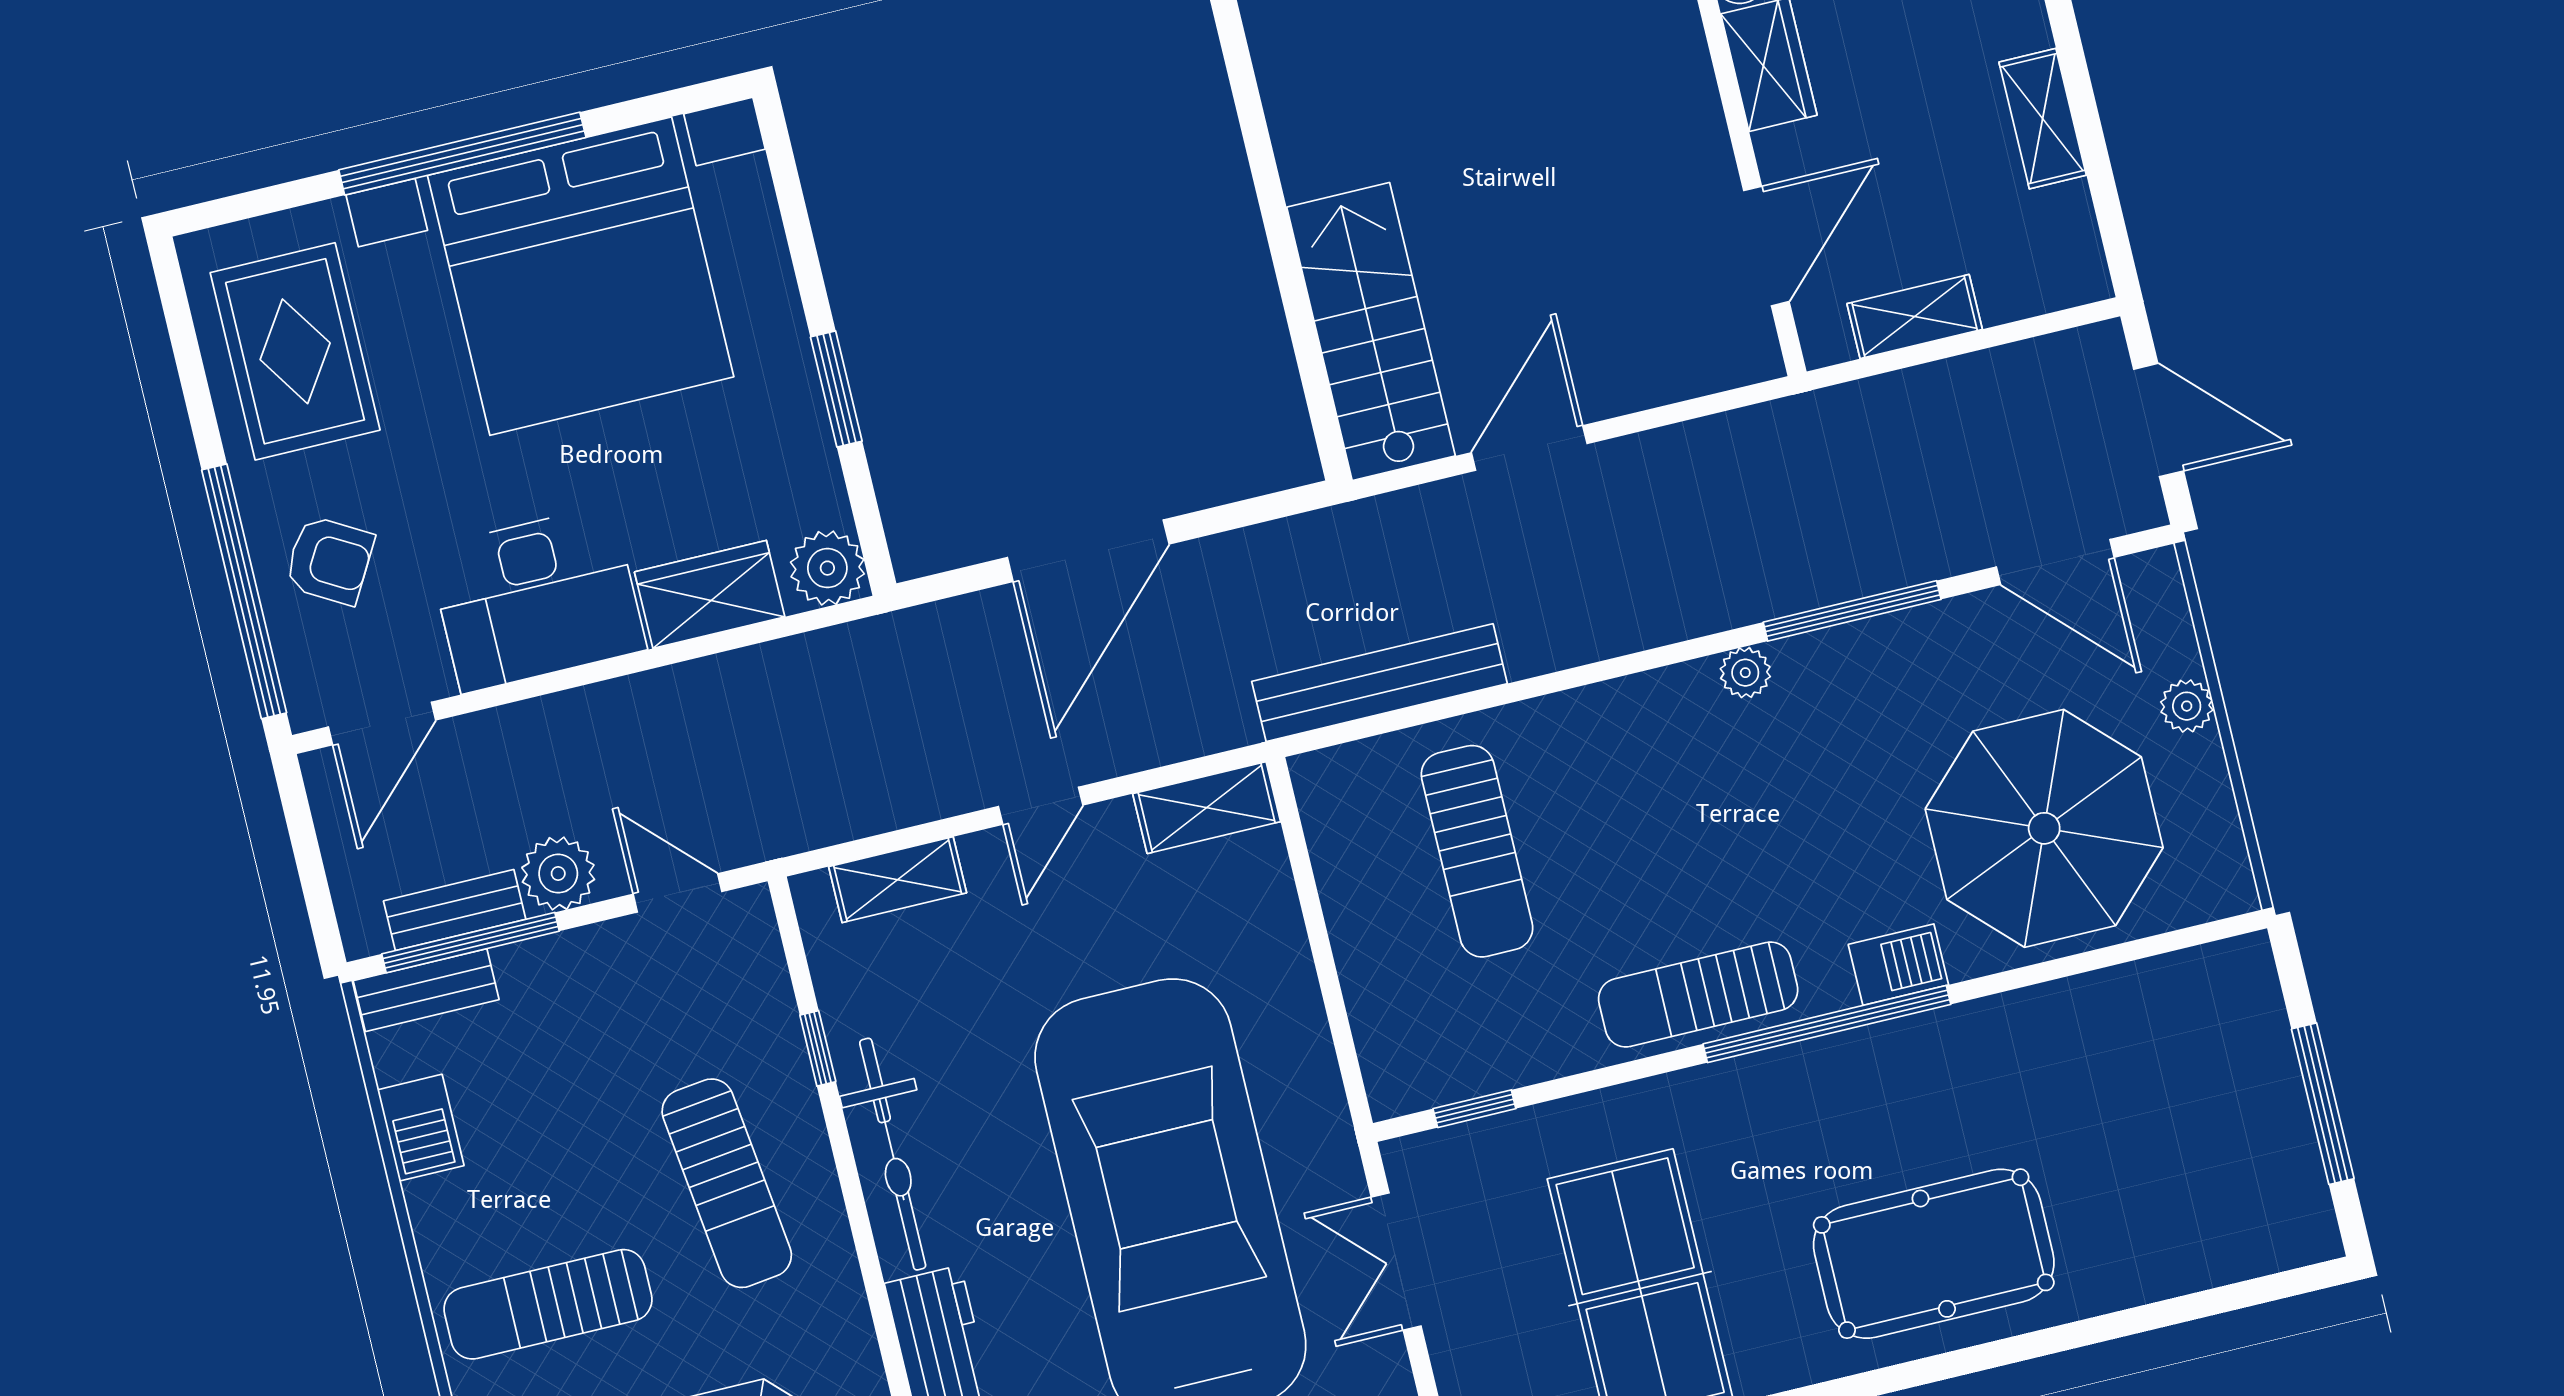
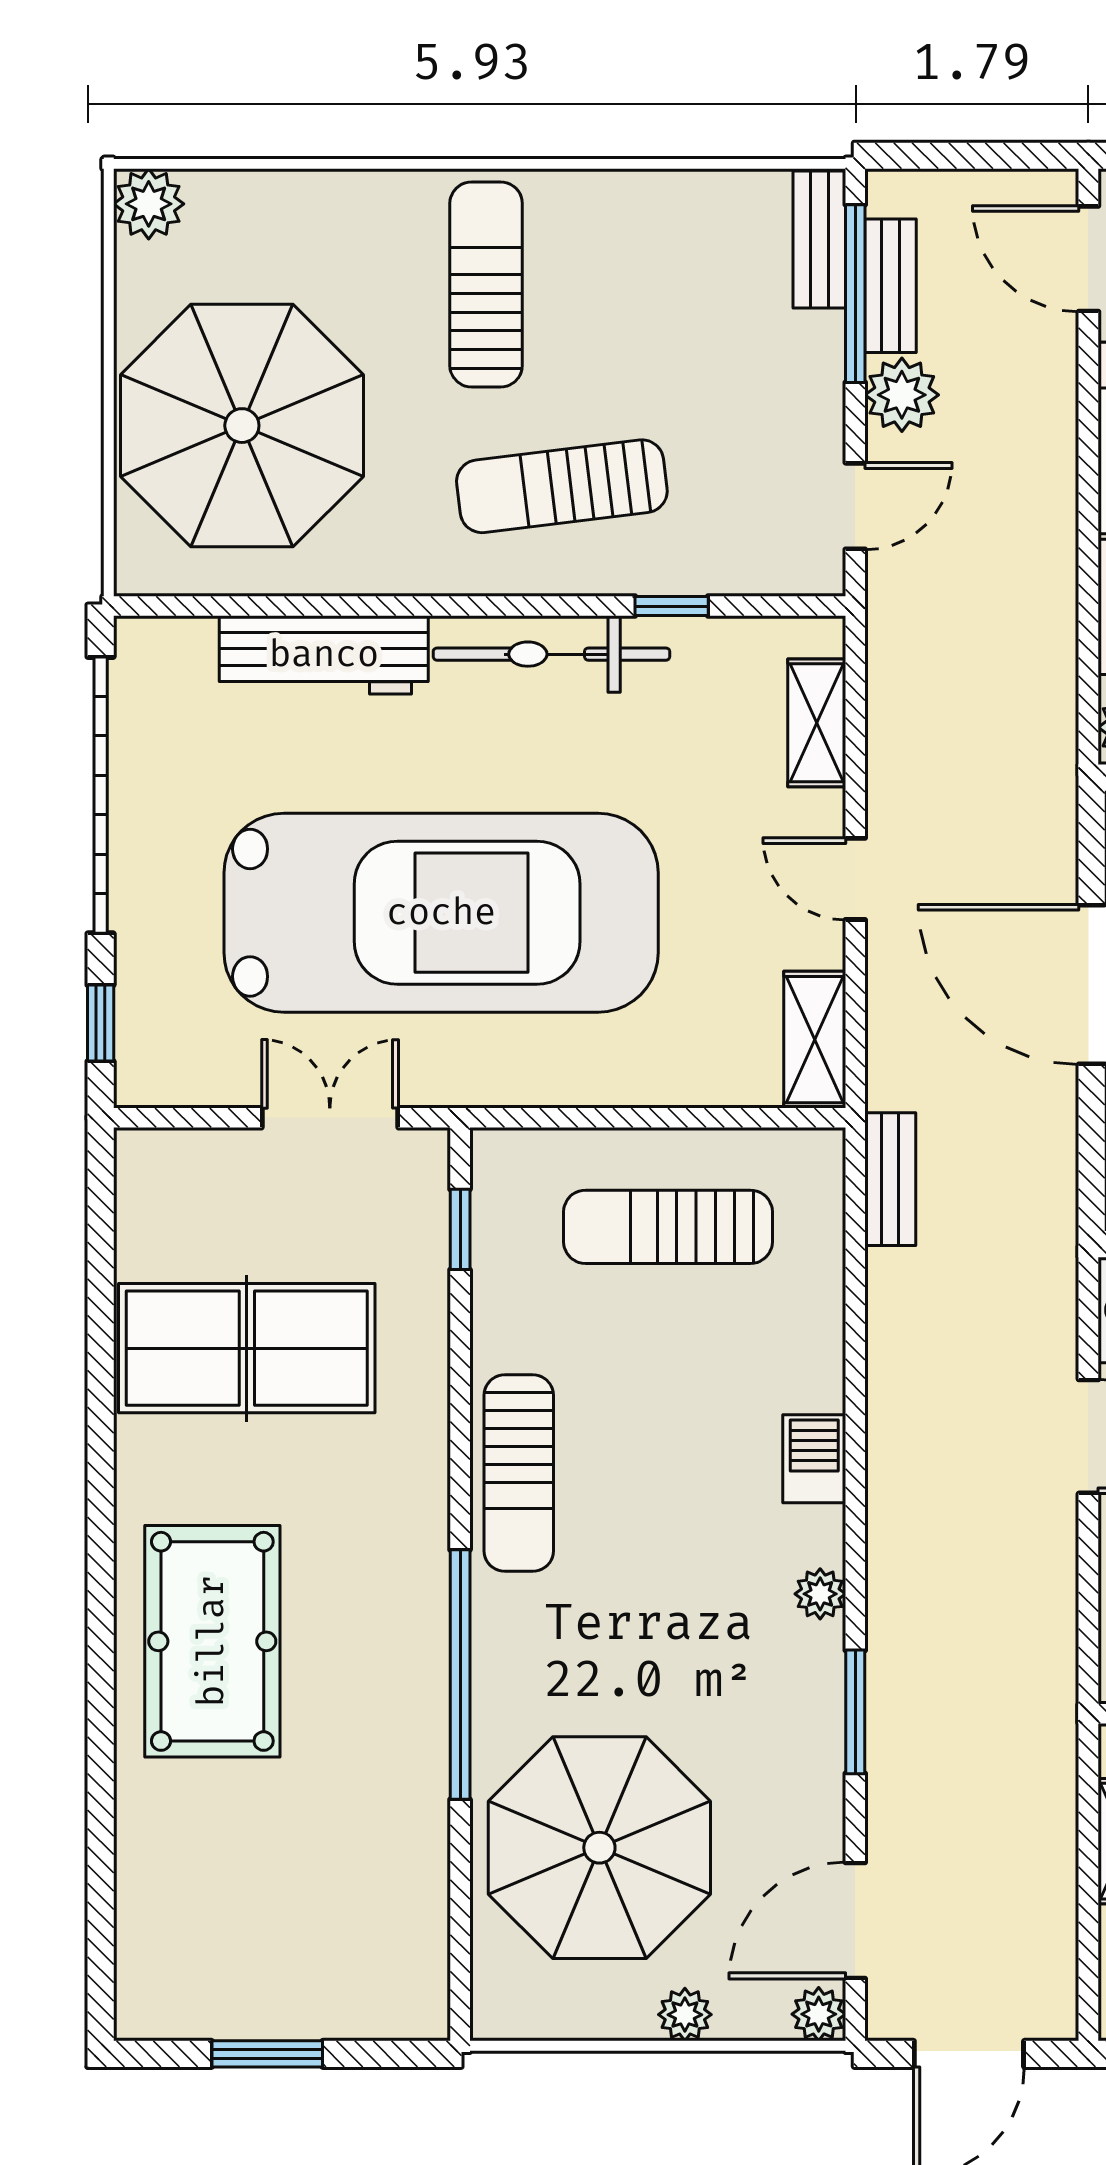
plant: (2155, 576) -> (819, 2014), added
window: (1852, 611) -> (855, 1712), width x0.69
bench: (1380, 683) -> (890, 1179), width x0.54, depth x0.82
sun lounger: (1477, 851) -> (668, 1227), moved
barbecue: (1898, 965) -> (814, 1459), moved, turned 180
sun lounger: (1698, 994) -> (519, 1473), turned 180
window: (1827, 1024) -> (460, 1675), moved
window: (2323, 1104) -> (267, 2054), width x0.69
barbecue: (421, 1128) -> (687, 202), removed

